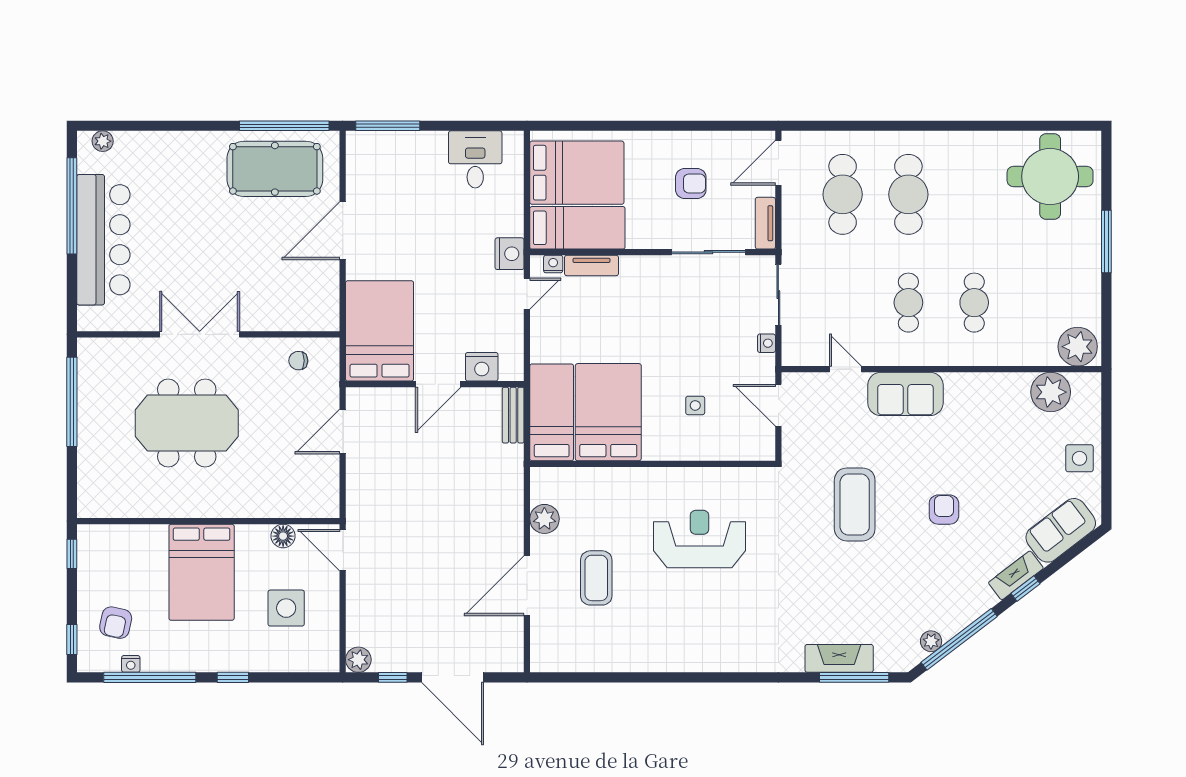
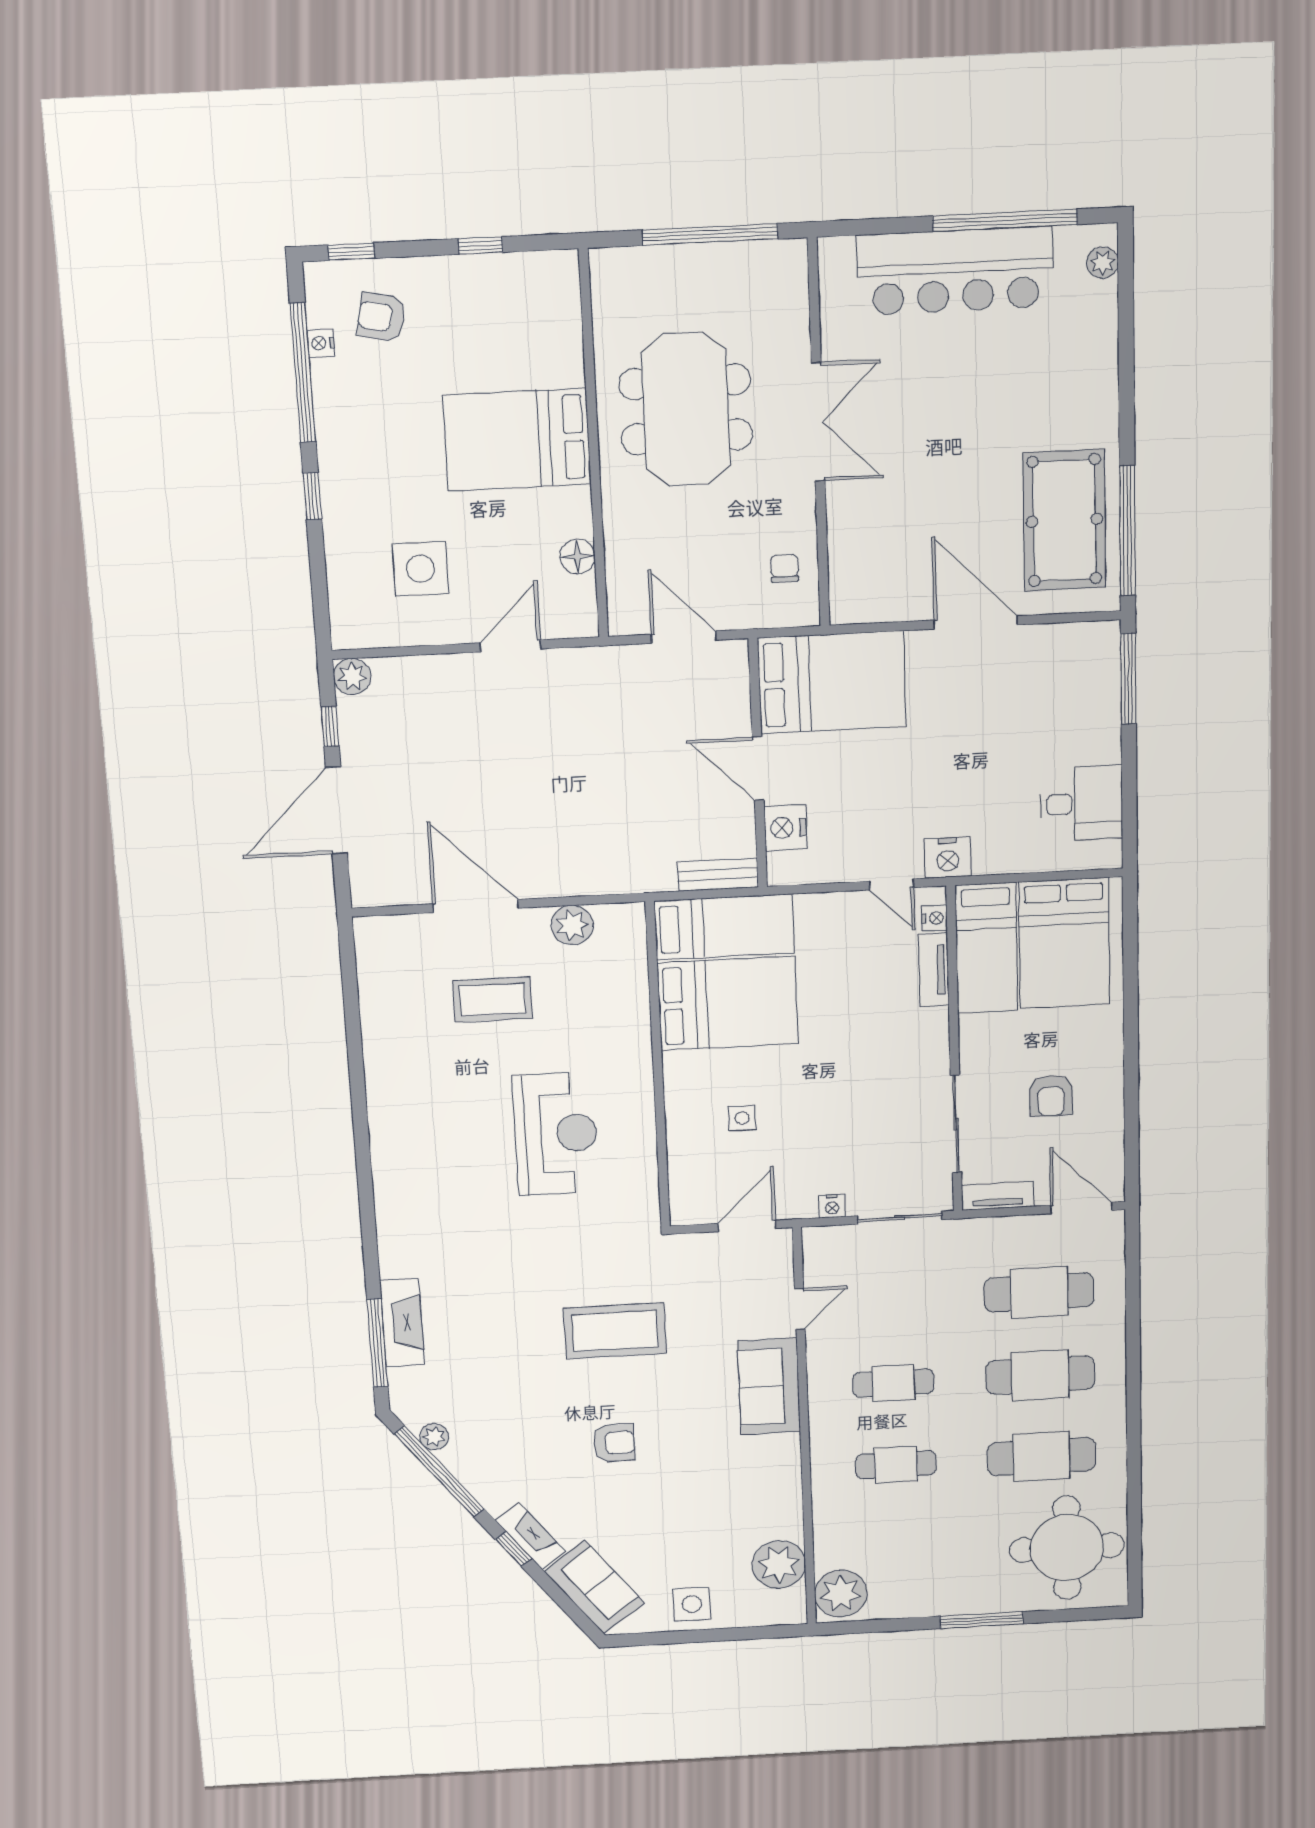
cafe table: (974, 194) -> (1042, 1457), added
wall: (208, 521) -> (594, 446), moved
floor lamp: (283, 536) -> (577, 556), moved
bed: (202, 572) -> (517, 440), moved

